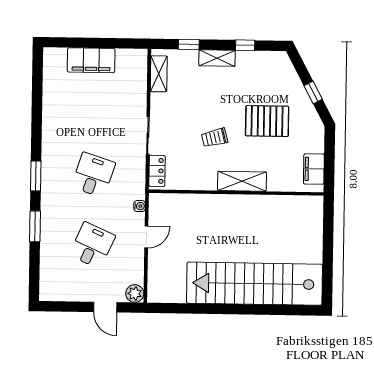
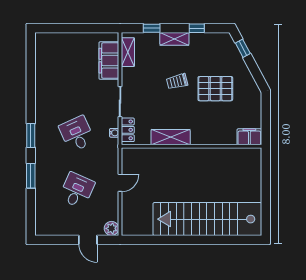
filing cabinet: (91, 60) -> (109, 61), moved, turned 90
window: (313, 93) -> (243, 48), moved
trolley: (215, 138) -> (177, 81), moved
filing cabinet: (314, 169) -> (249, 137), moved, turned 90
desk: (93, 175) -> (77, 134), turned -42
shelving: (242, 181) -> (171, 137), moved
water cooler: (139, 206) -> (114, 133), moved

